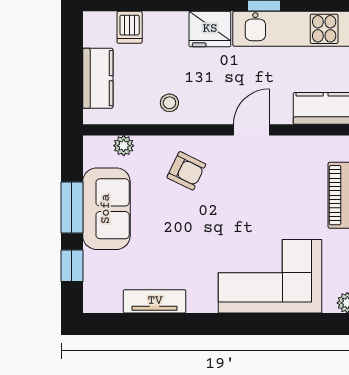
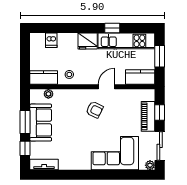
kitchen counter: (98, 78) -> (44, 77), moved, turned -90
armchair: (186, 171) -> (95, 110), moved
tv unit: (155, 301) -> (44, 165), moved

